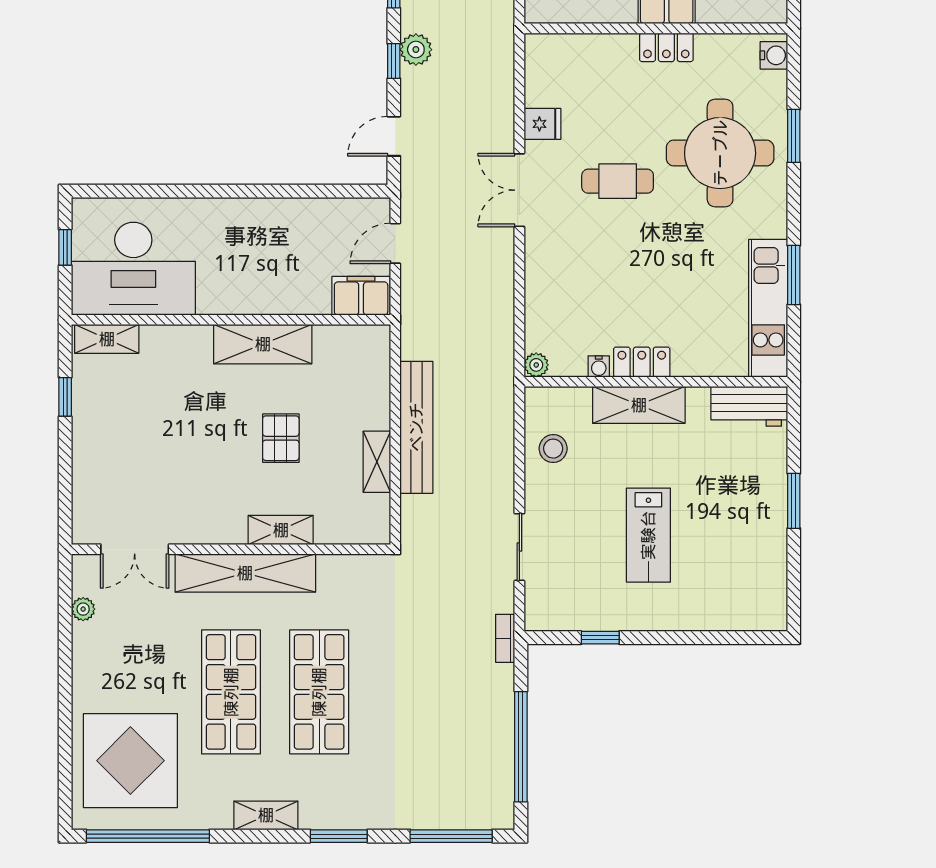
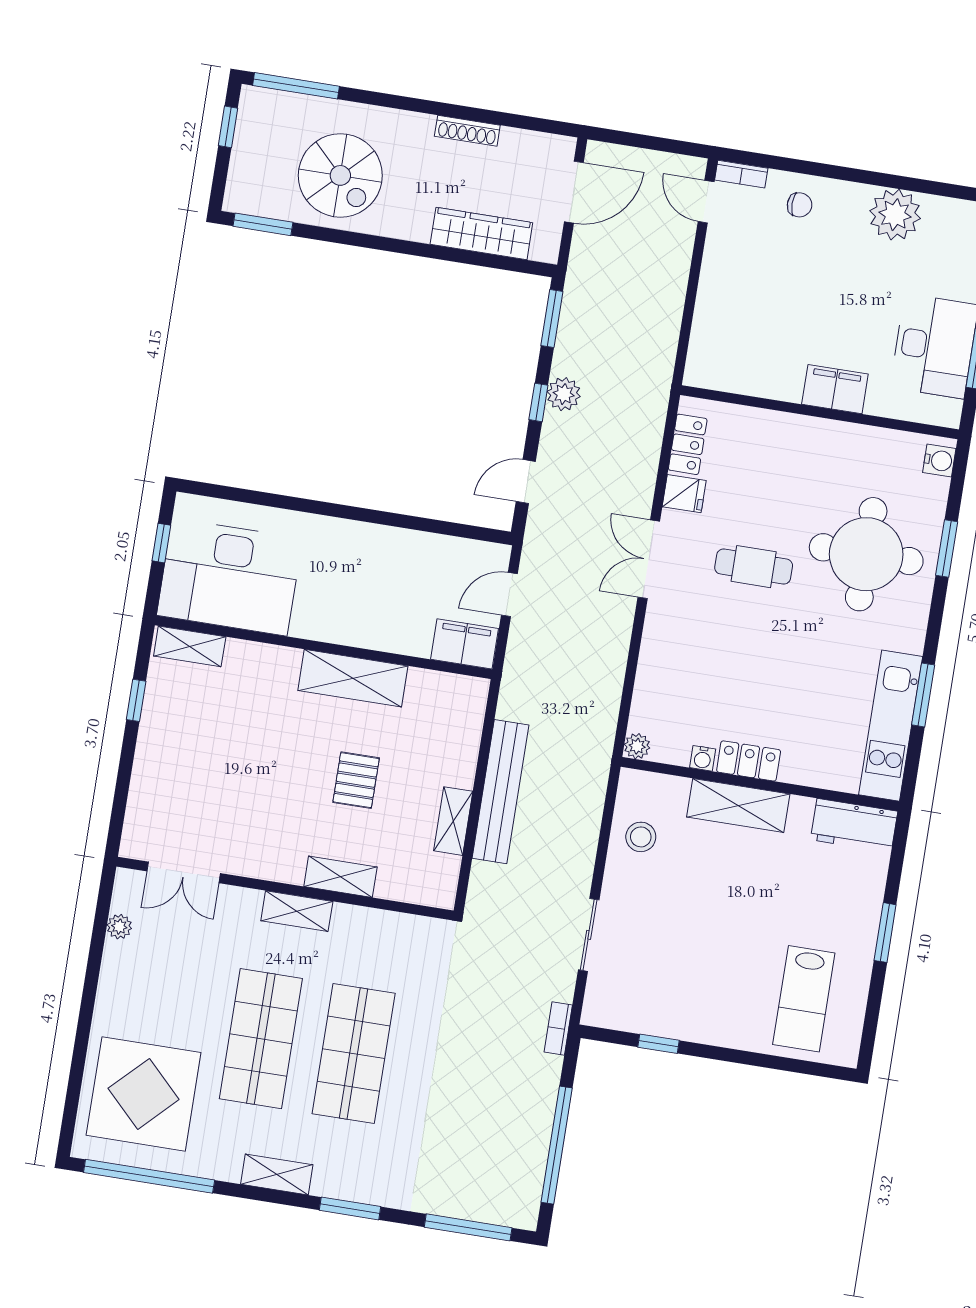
locker: (666, 47) -> (688, 444), moved, turned -90
lab bench: (648, 535) -> (804, 999), moved
shelving: (245, 573) -> (297, 911), width x0.45, depth x0.75

